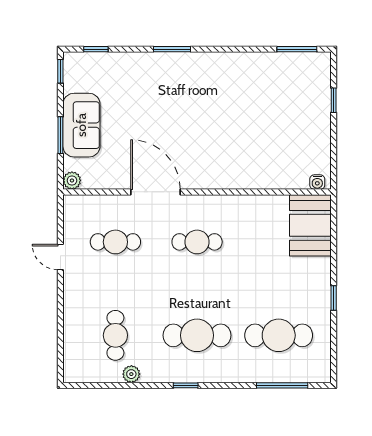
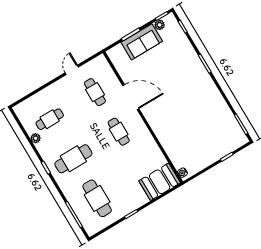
plant: (72, 180) -> (160, 25), moved
door: (156, 192) -> (131, 97), hinge flipped
cafe table: (197, 335) -> (73, 159), turned 90

